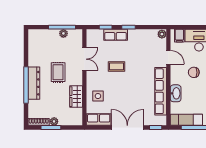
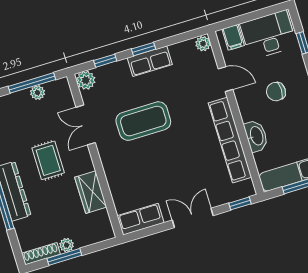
plant: (92, 35) -> (86, 80), added
row of seats: (116, 35) -> (150, 61), moved
double door: (84, 59) -> (86, 125), swing flipped
coffee table: (116, 66) -> (143, 121), width x1.86, depth x1.72
side table: (98, 96) -> (127, 180), removed
double door: (127, 127) -> (193, 218), width x0.73

